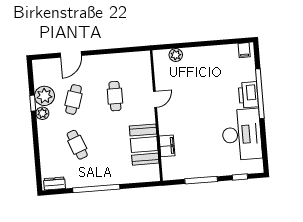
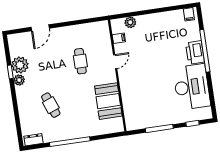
cafe table: (74, 99) -> (45, 66), removed
filing cabinet: (167, 146) -> (119, 38), moved, width x0.50

